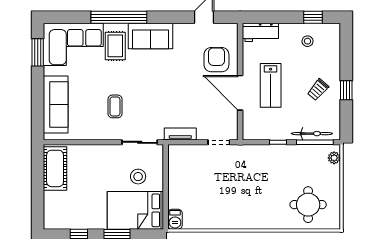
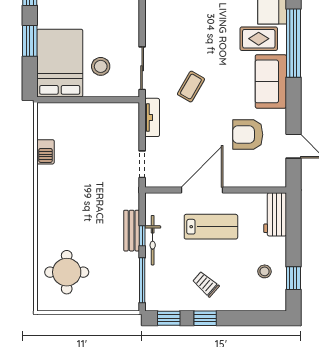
armchair: (216, 60) -> (248, 135), moved, turned 180
lab bench: (271, 85) -> (211, 227), turned 180
coffee table: (115, 106) -> (191, 87), moved, turned -60
window: (346, 120) -> (169, 318), added
bicycle: (312, 134) -> (153, 240), moved
bench: (274, 151) -> (132, 231), added
plant: (334, 158) -> (123, 304), removed
barbecue: (175, 219) -> (46, 152), moved, turned -90

